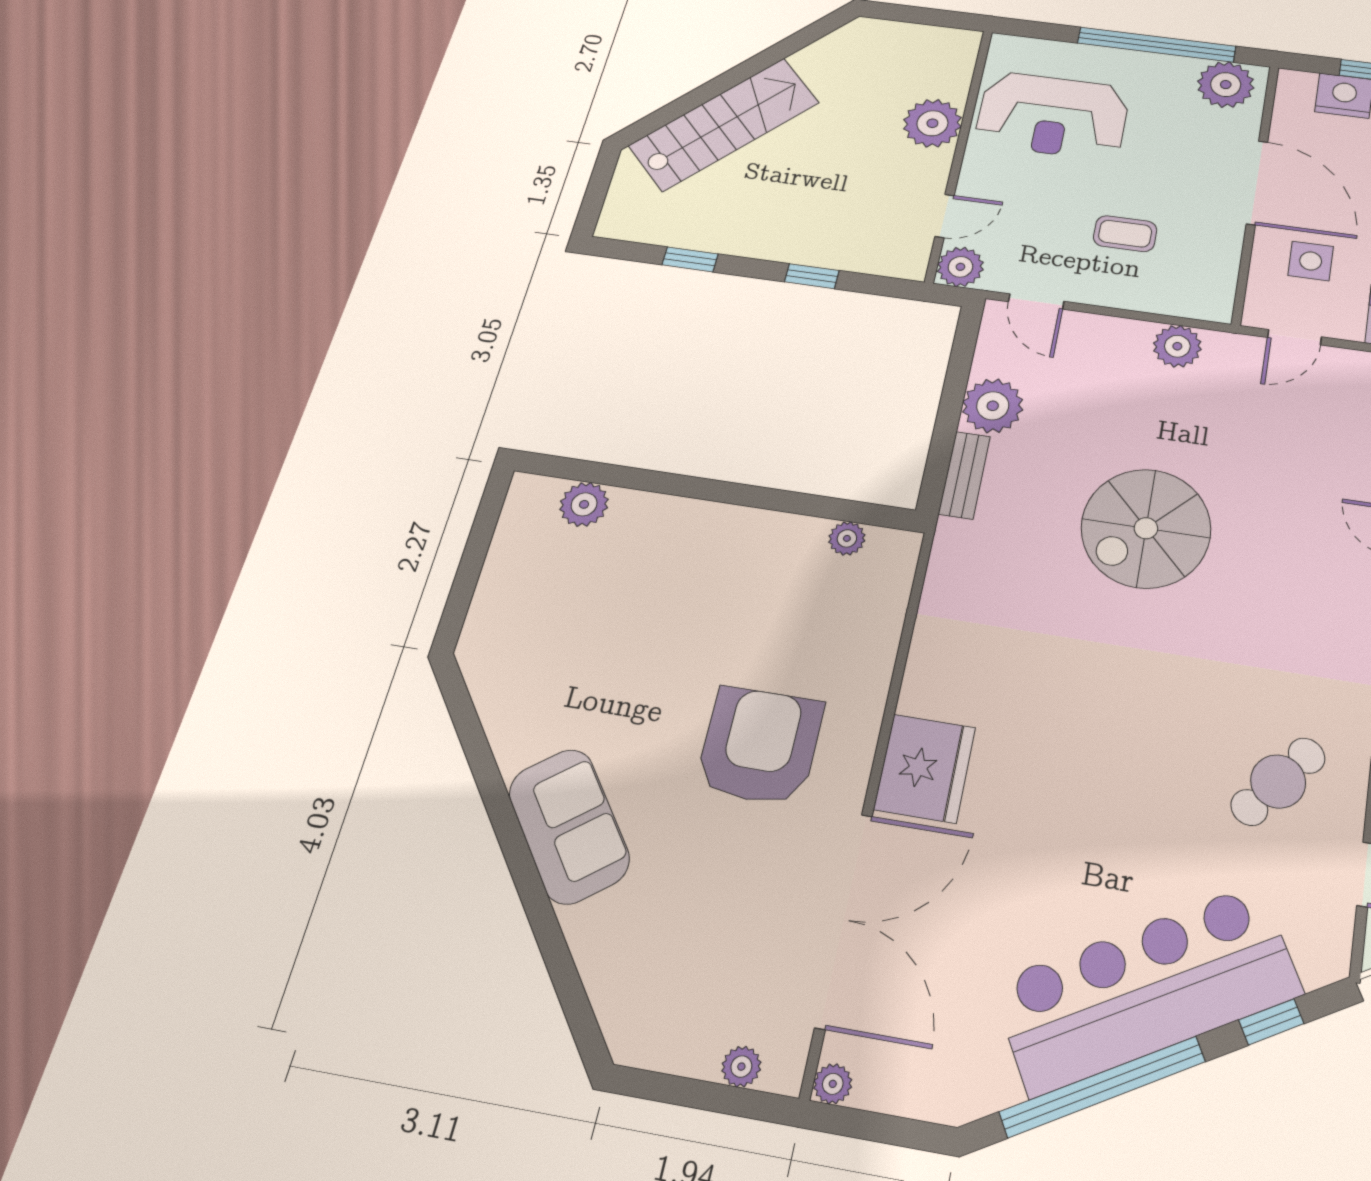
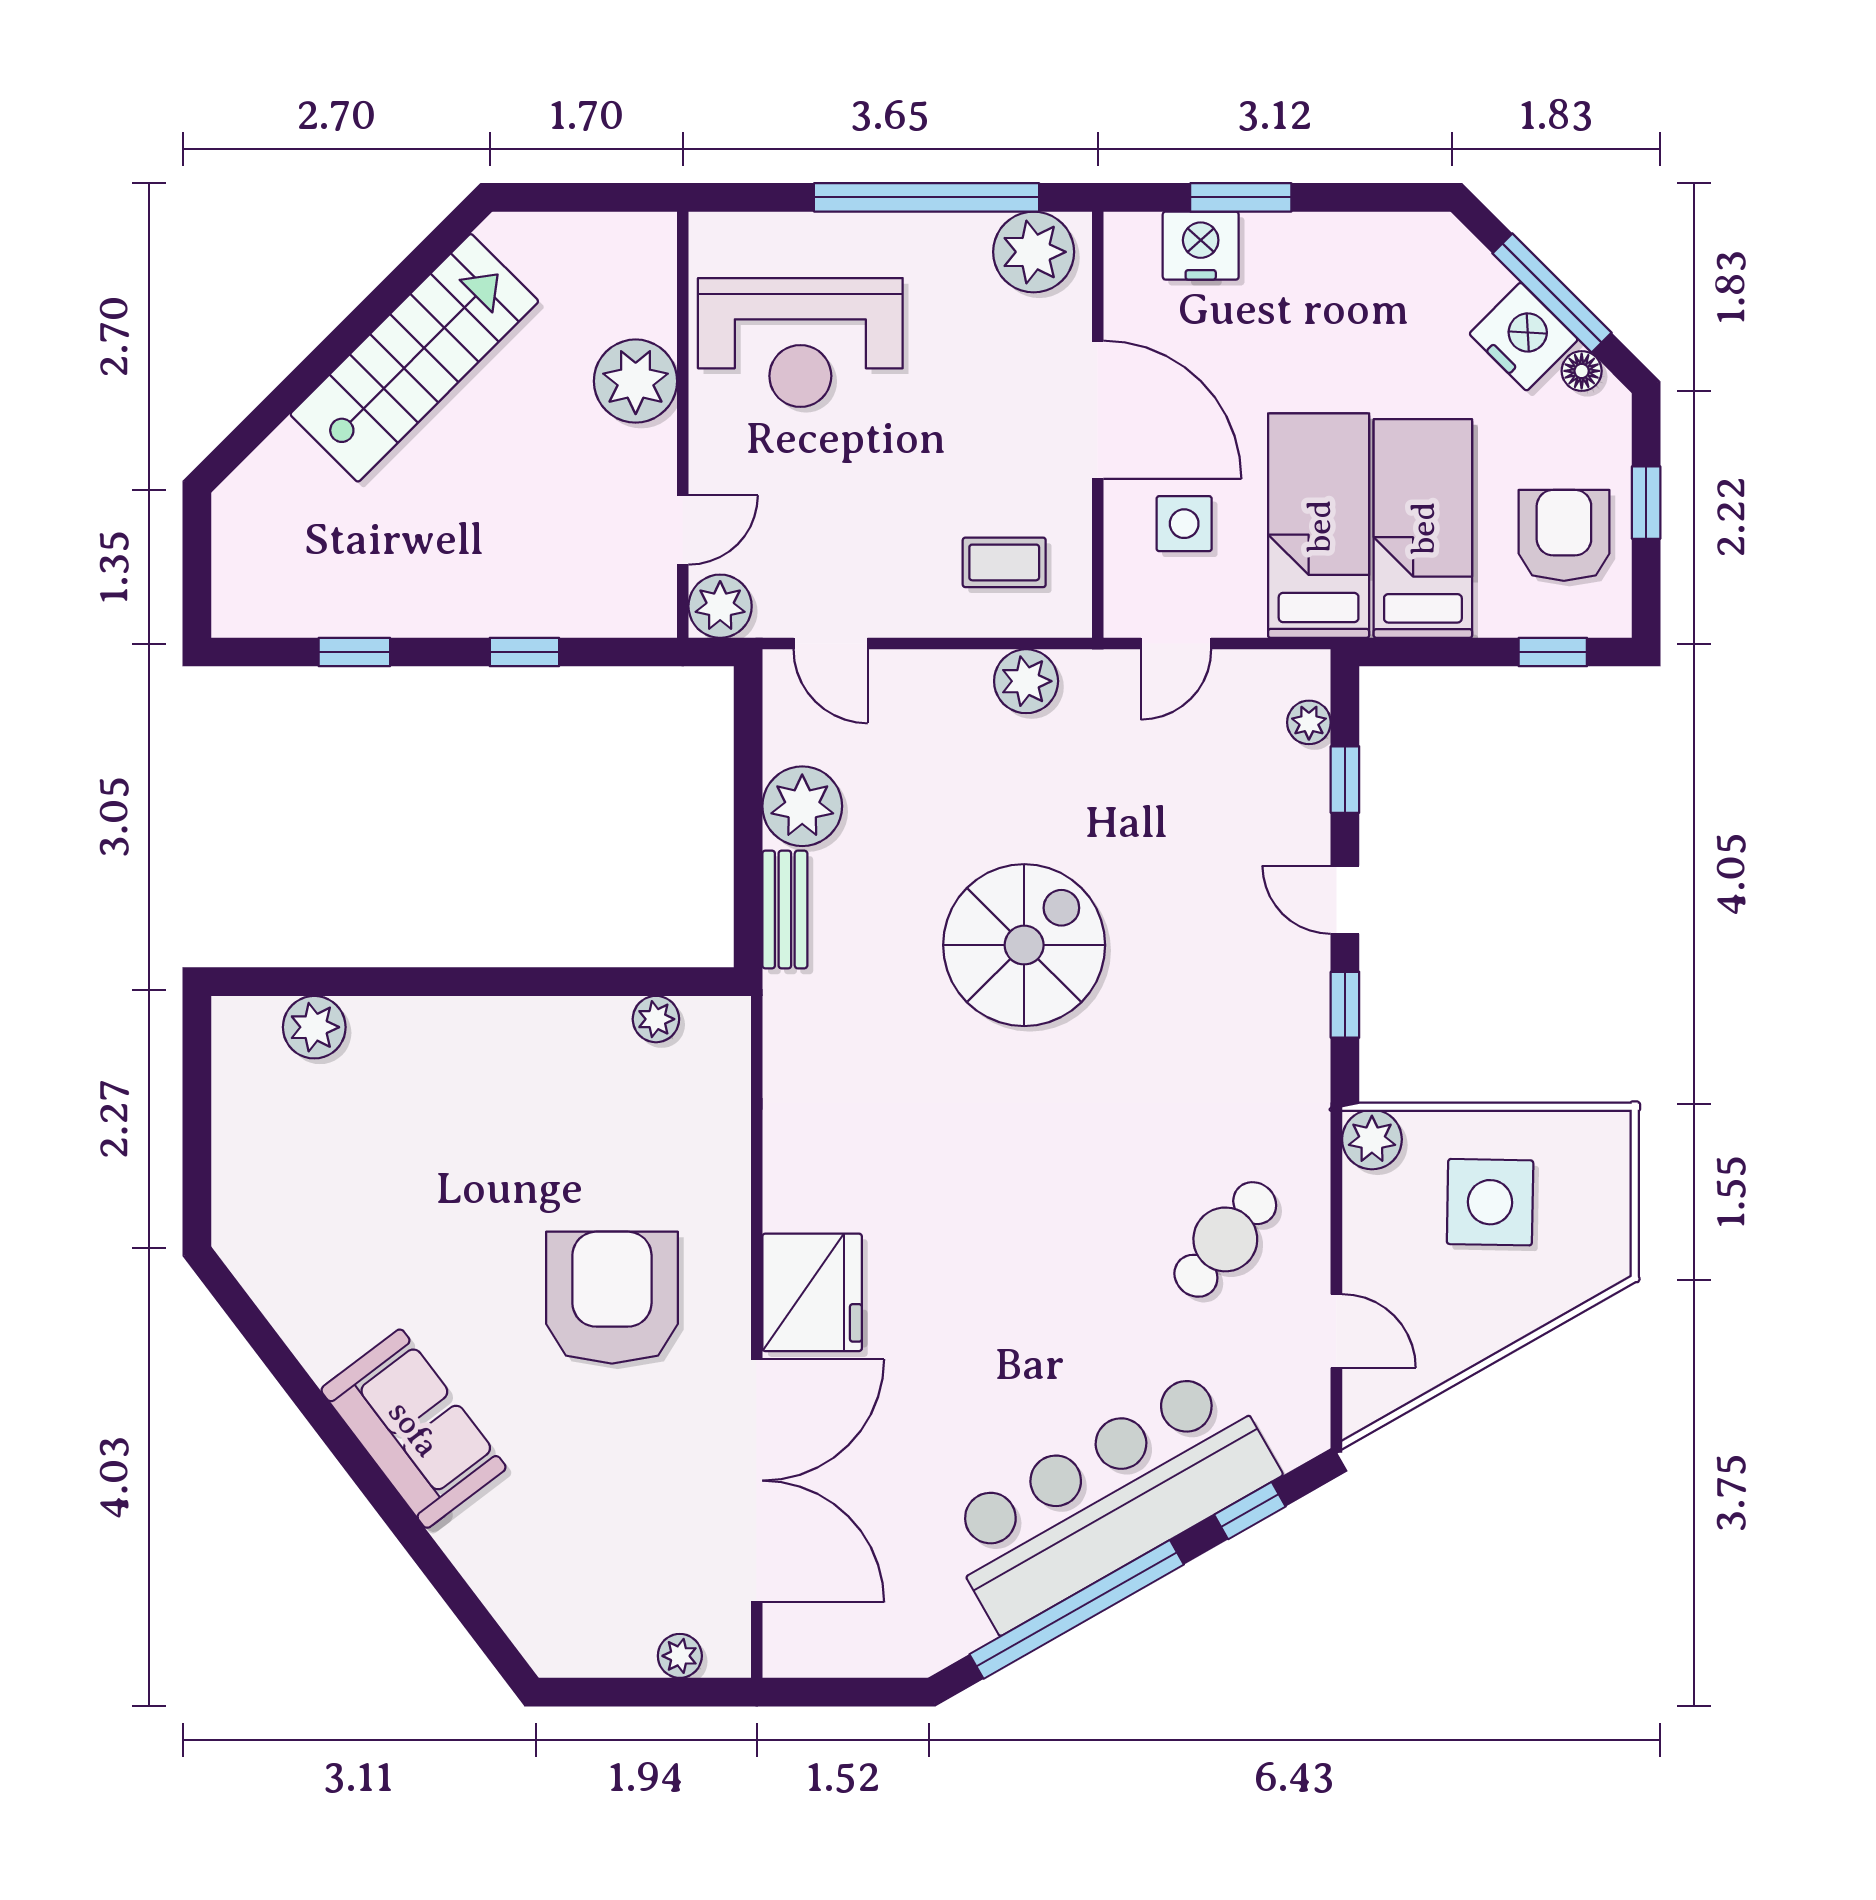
stairs: (724, 124) -> (414, 358), moved
coffee table: (1125, 234) -> (1004, 562), moved
spiral stairs: (1146, 528) -> (1024, 945), turned 180
plant: (833, 1084) -> (784, 1657), removed

